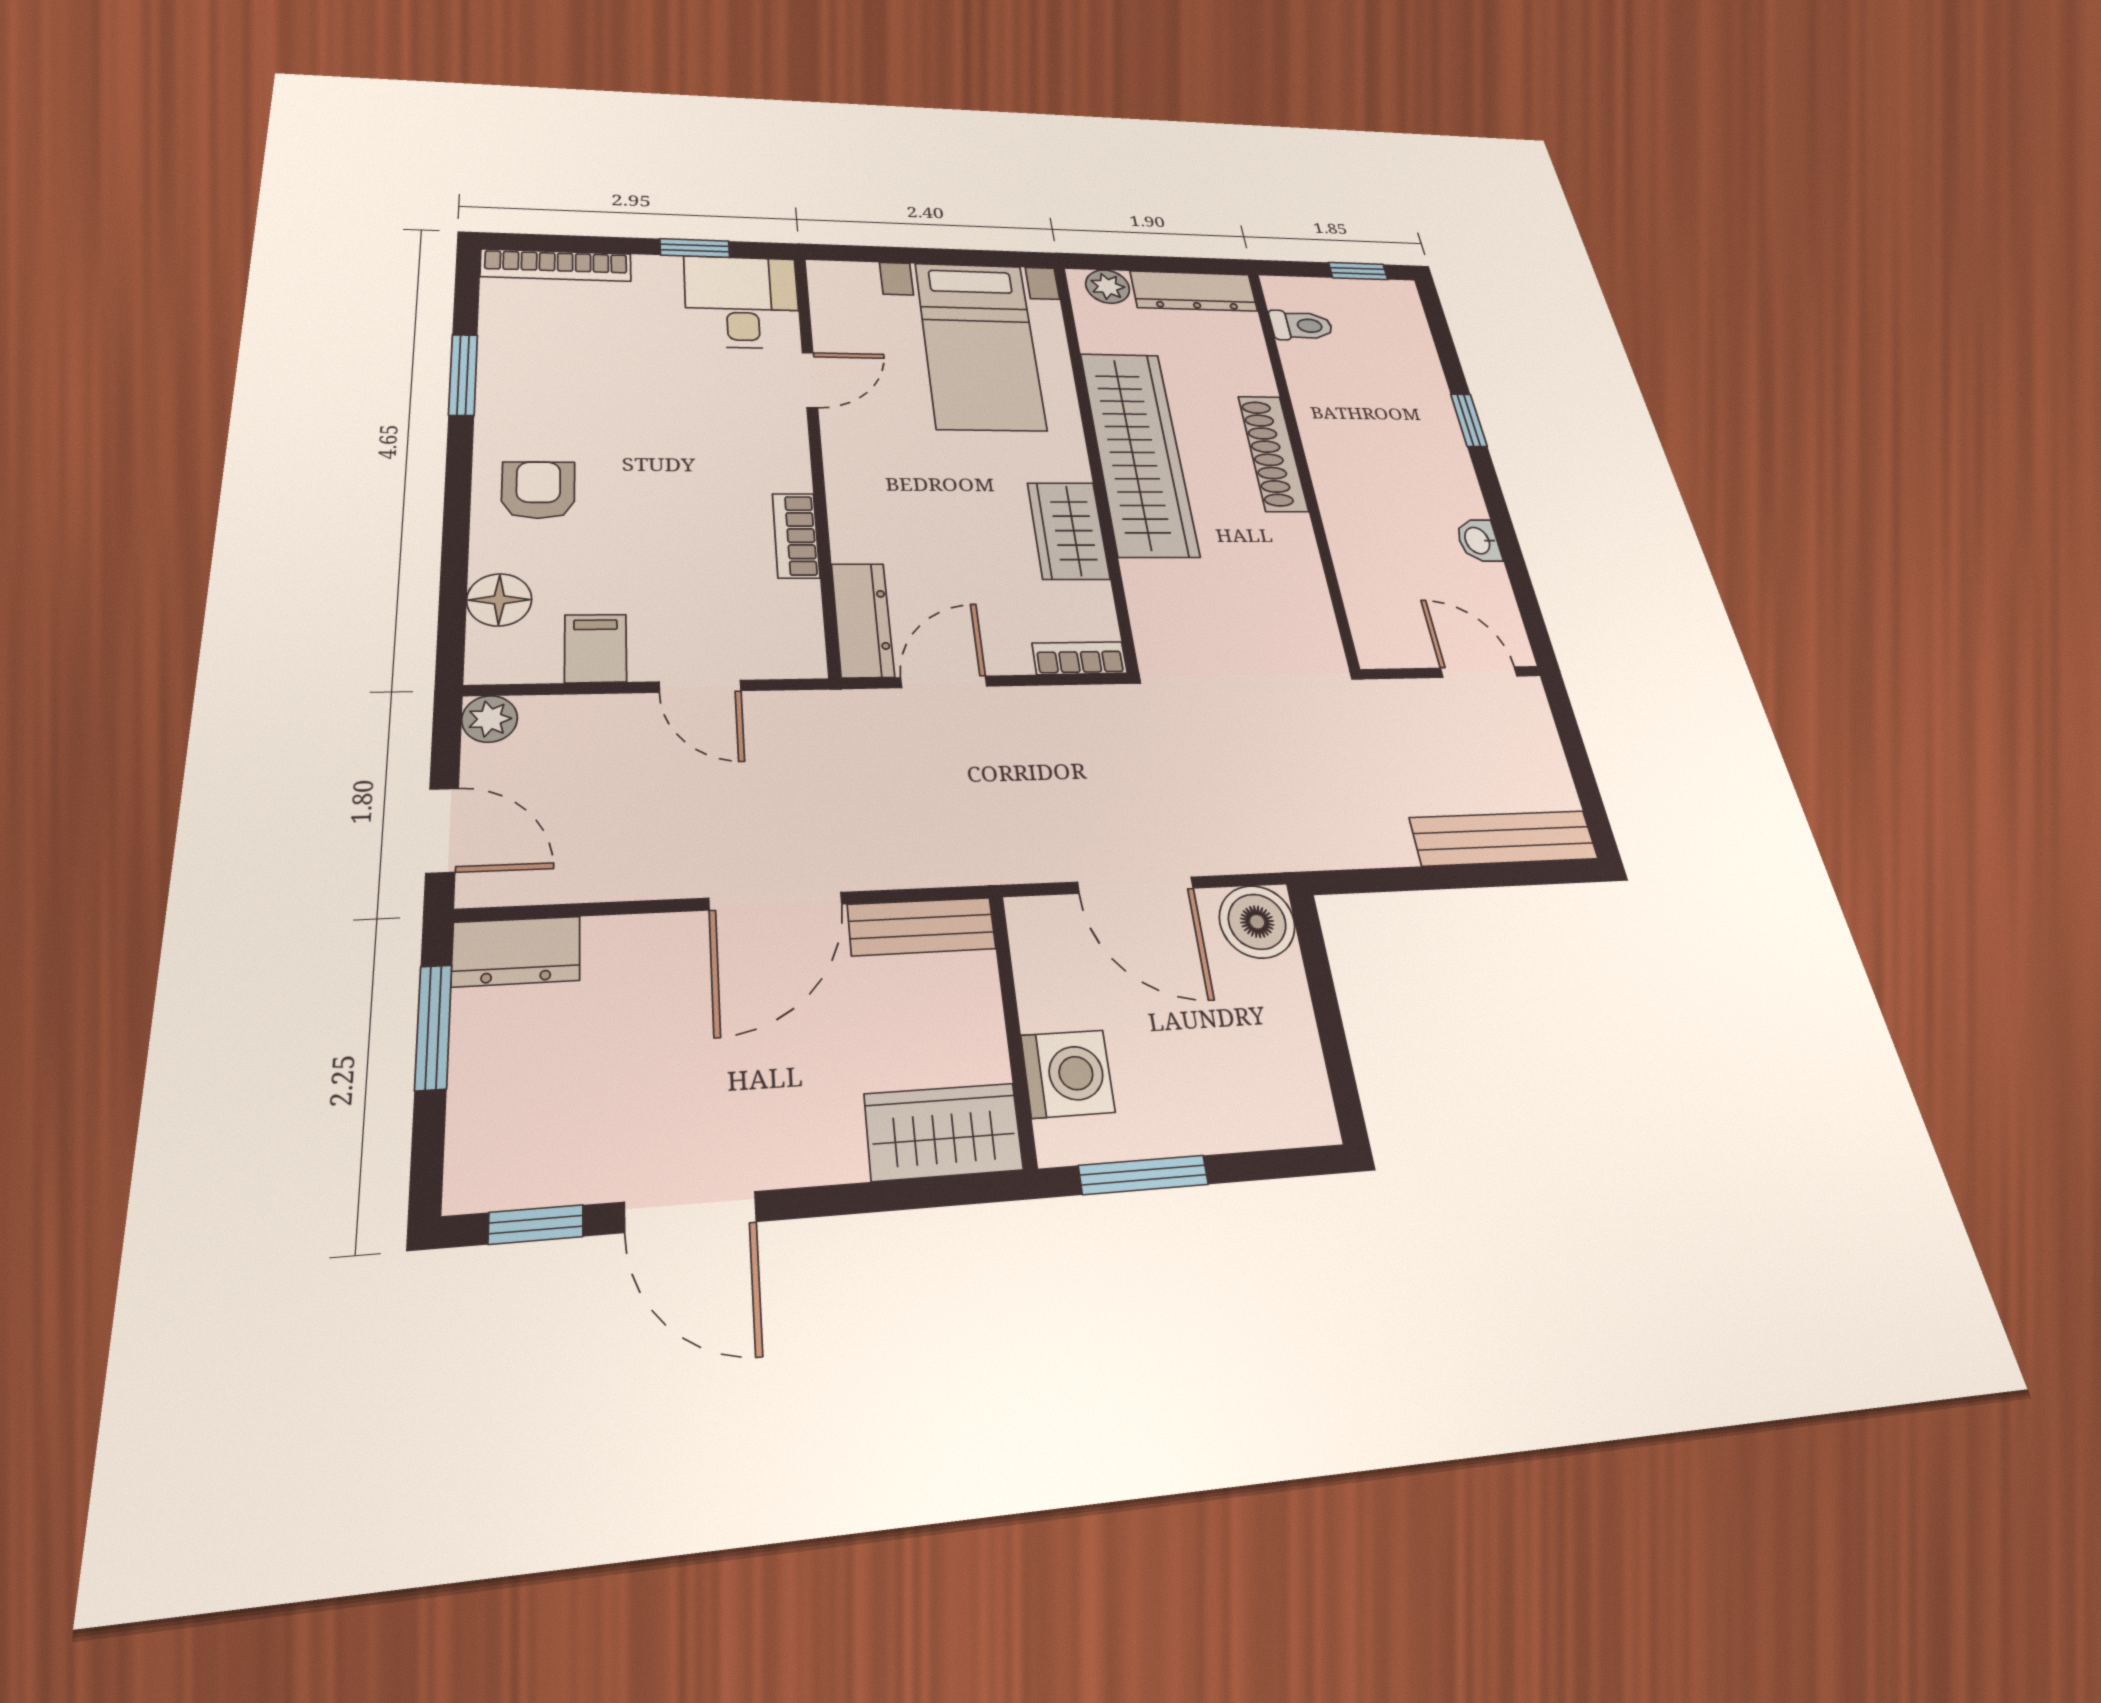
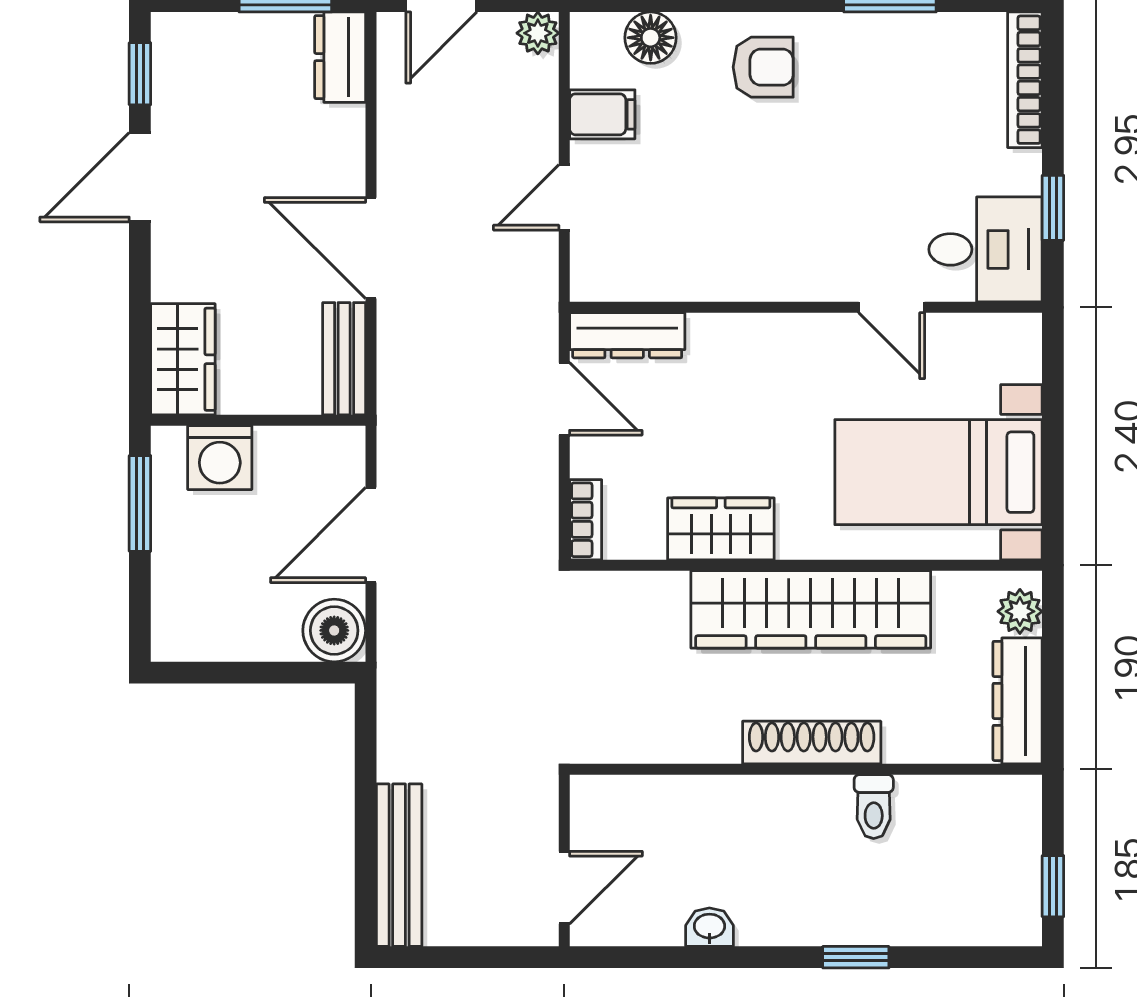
toilet: (1301, 326) -> (874, 807), moved
bookcase: (796, 536) -> (715, 284), removed

